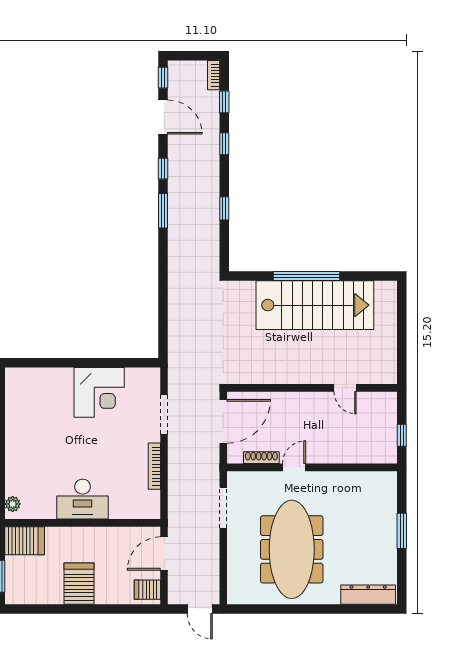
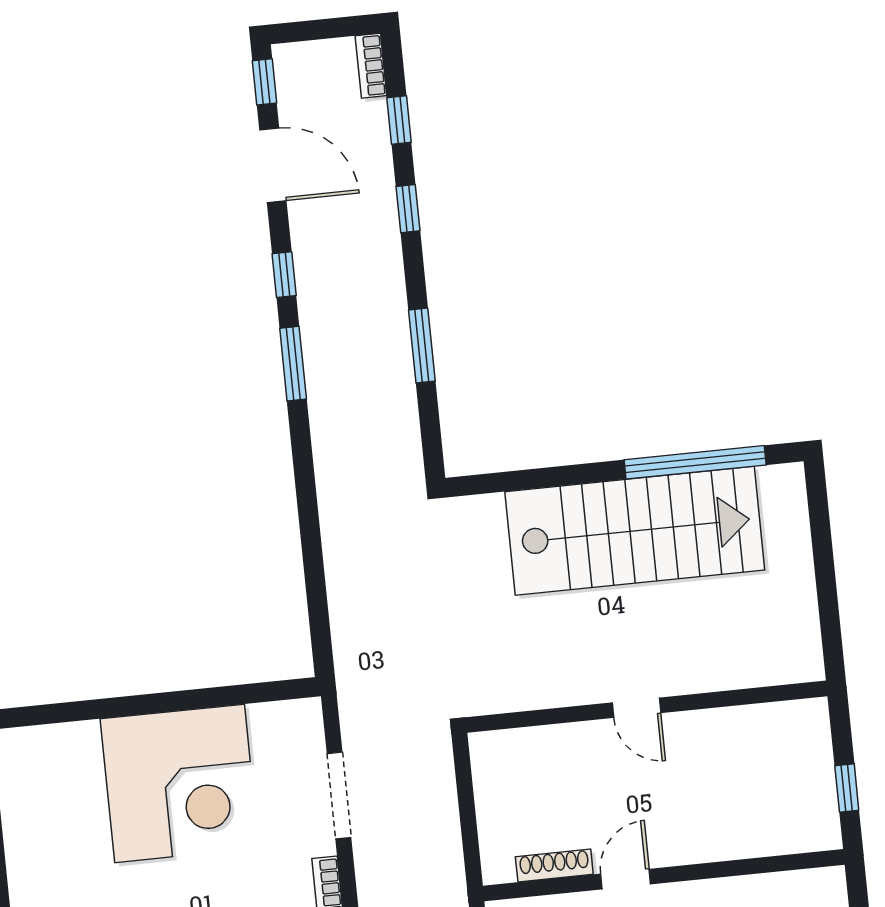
window: (224, 208) -> (422, 345), width x1.50
window: (306, 276) -> (695, 462), moved
door: (345, 388) -> (636, 708), moved
corner desk: (99, 392) -> (180, 783), width x1.36, depth x1.36
door: (223, 421) -> (466, 797), removed

